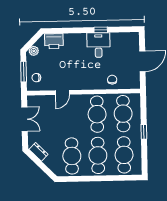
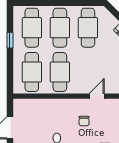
chair: (112, 80) -> (84, 121), moved
window: (144, 132) -> (10, 40), moved

